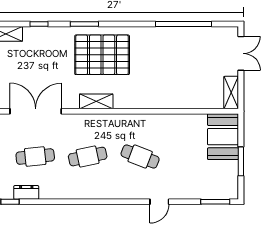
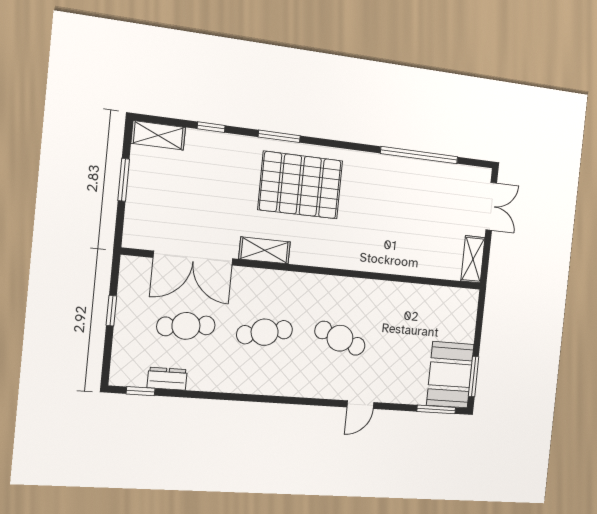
shelving: (96, 101) -> (265, 250), moved
double door: (36, 111) -> (193, 258), swing flipped
booth: (223, 137) -> (450, 375), moved
window: (241, 161) -> (474, 377), moved

